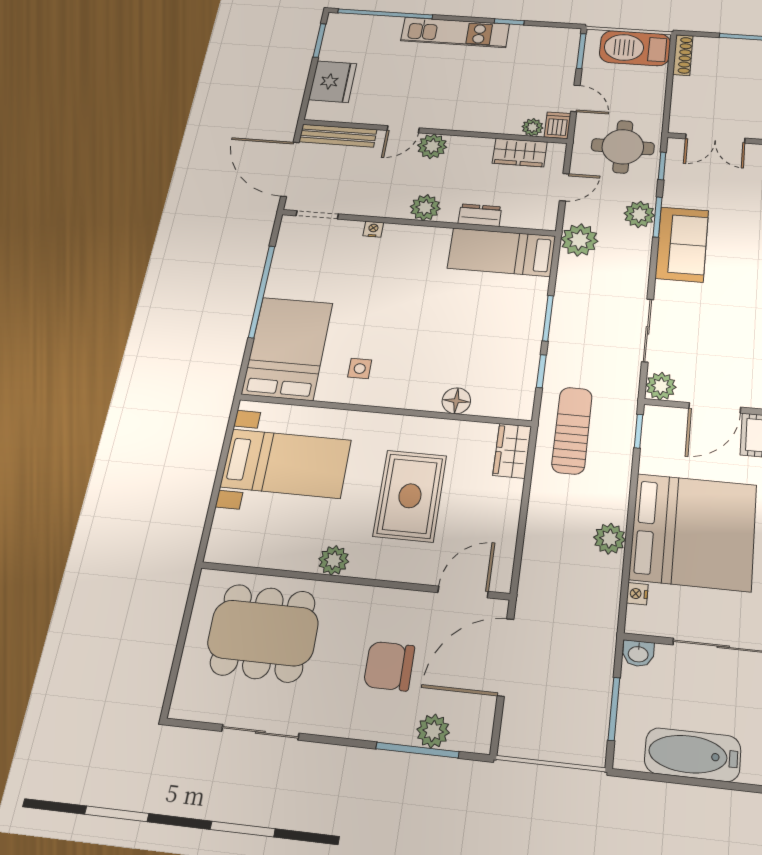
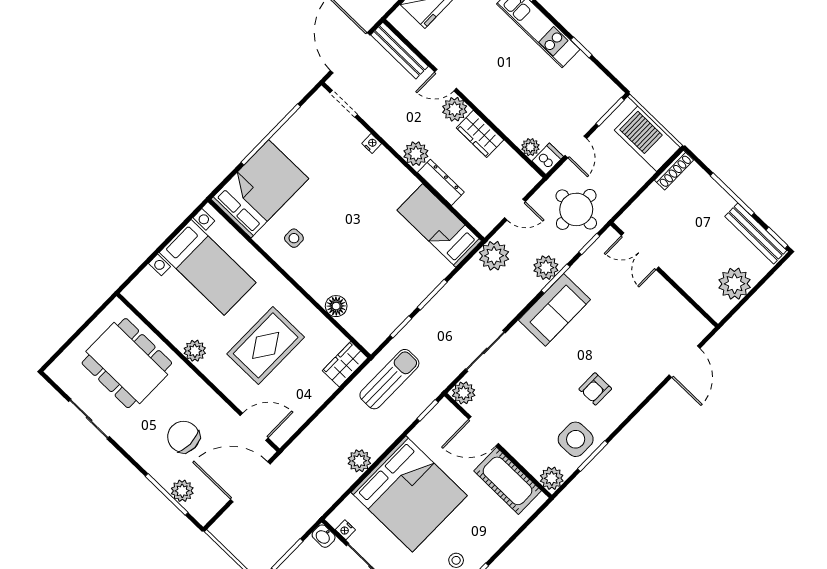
wardrobe: (520, 153) -> (480, 134), moved
dresser: (480, 215) -> (441, 182), width x1.44
nightstand: (637, 594) -> (345, 530), moved, turned -90

